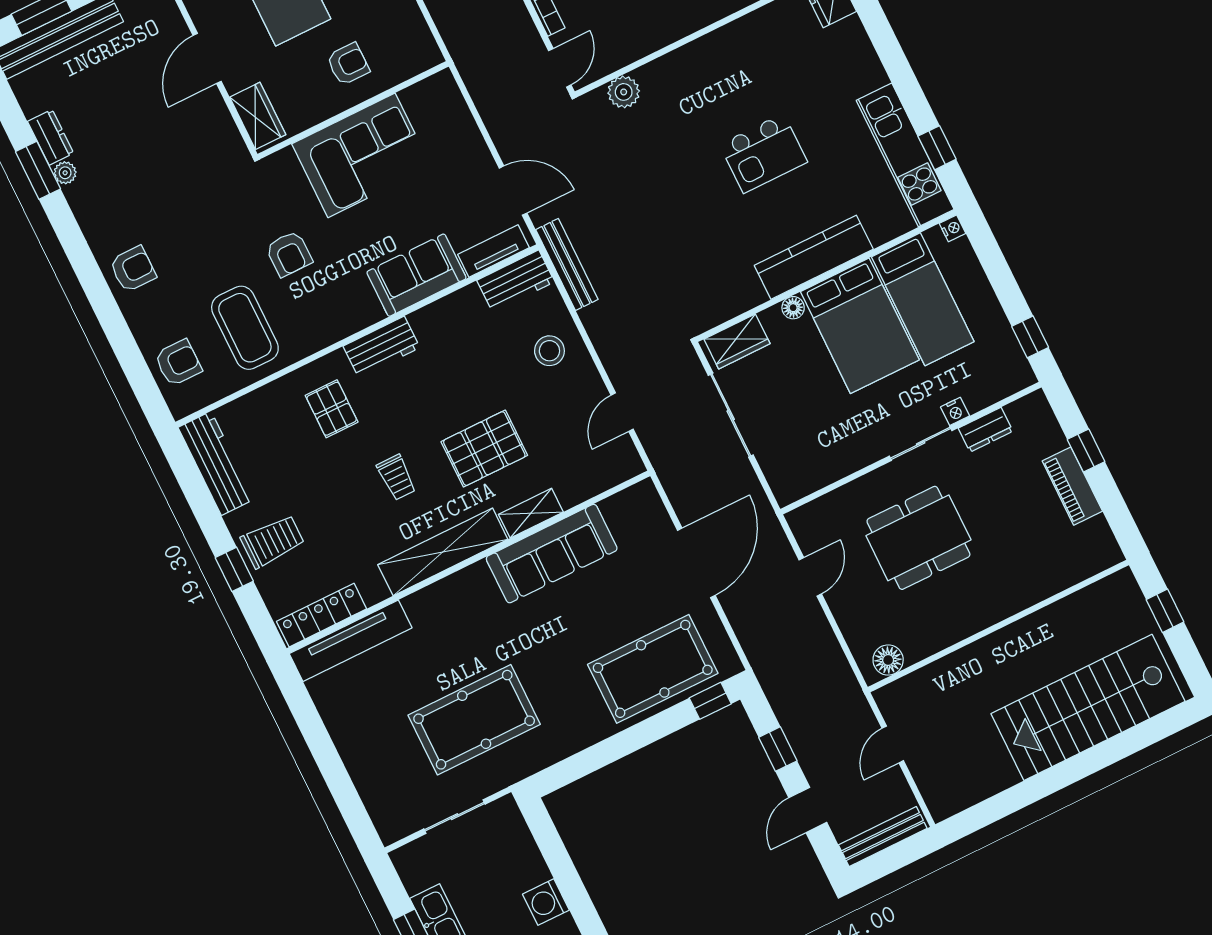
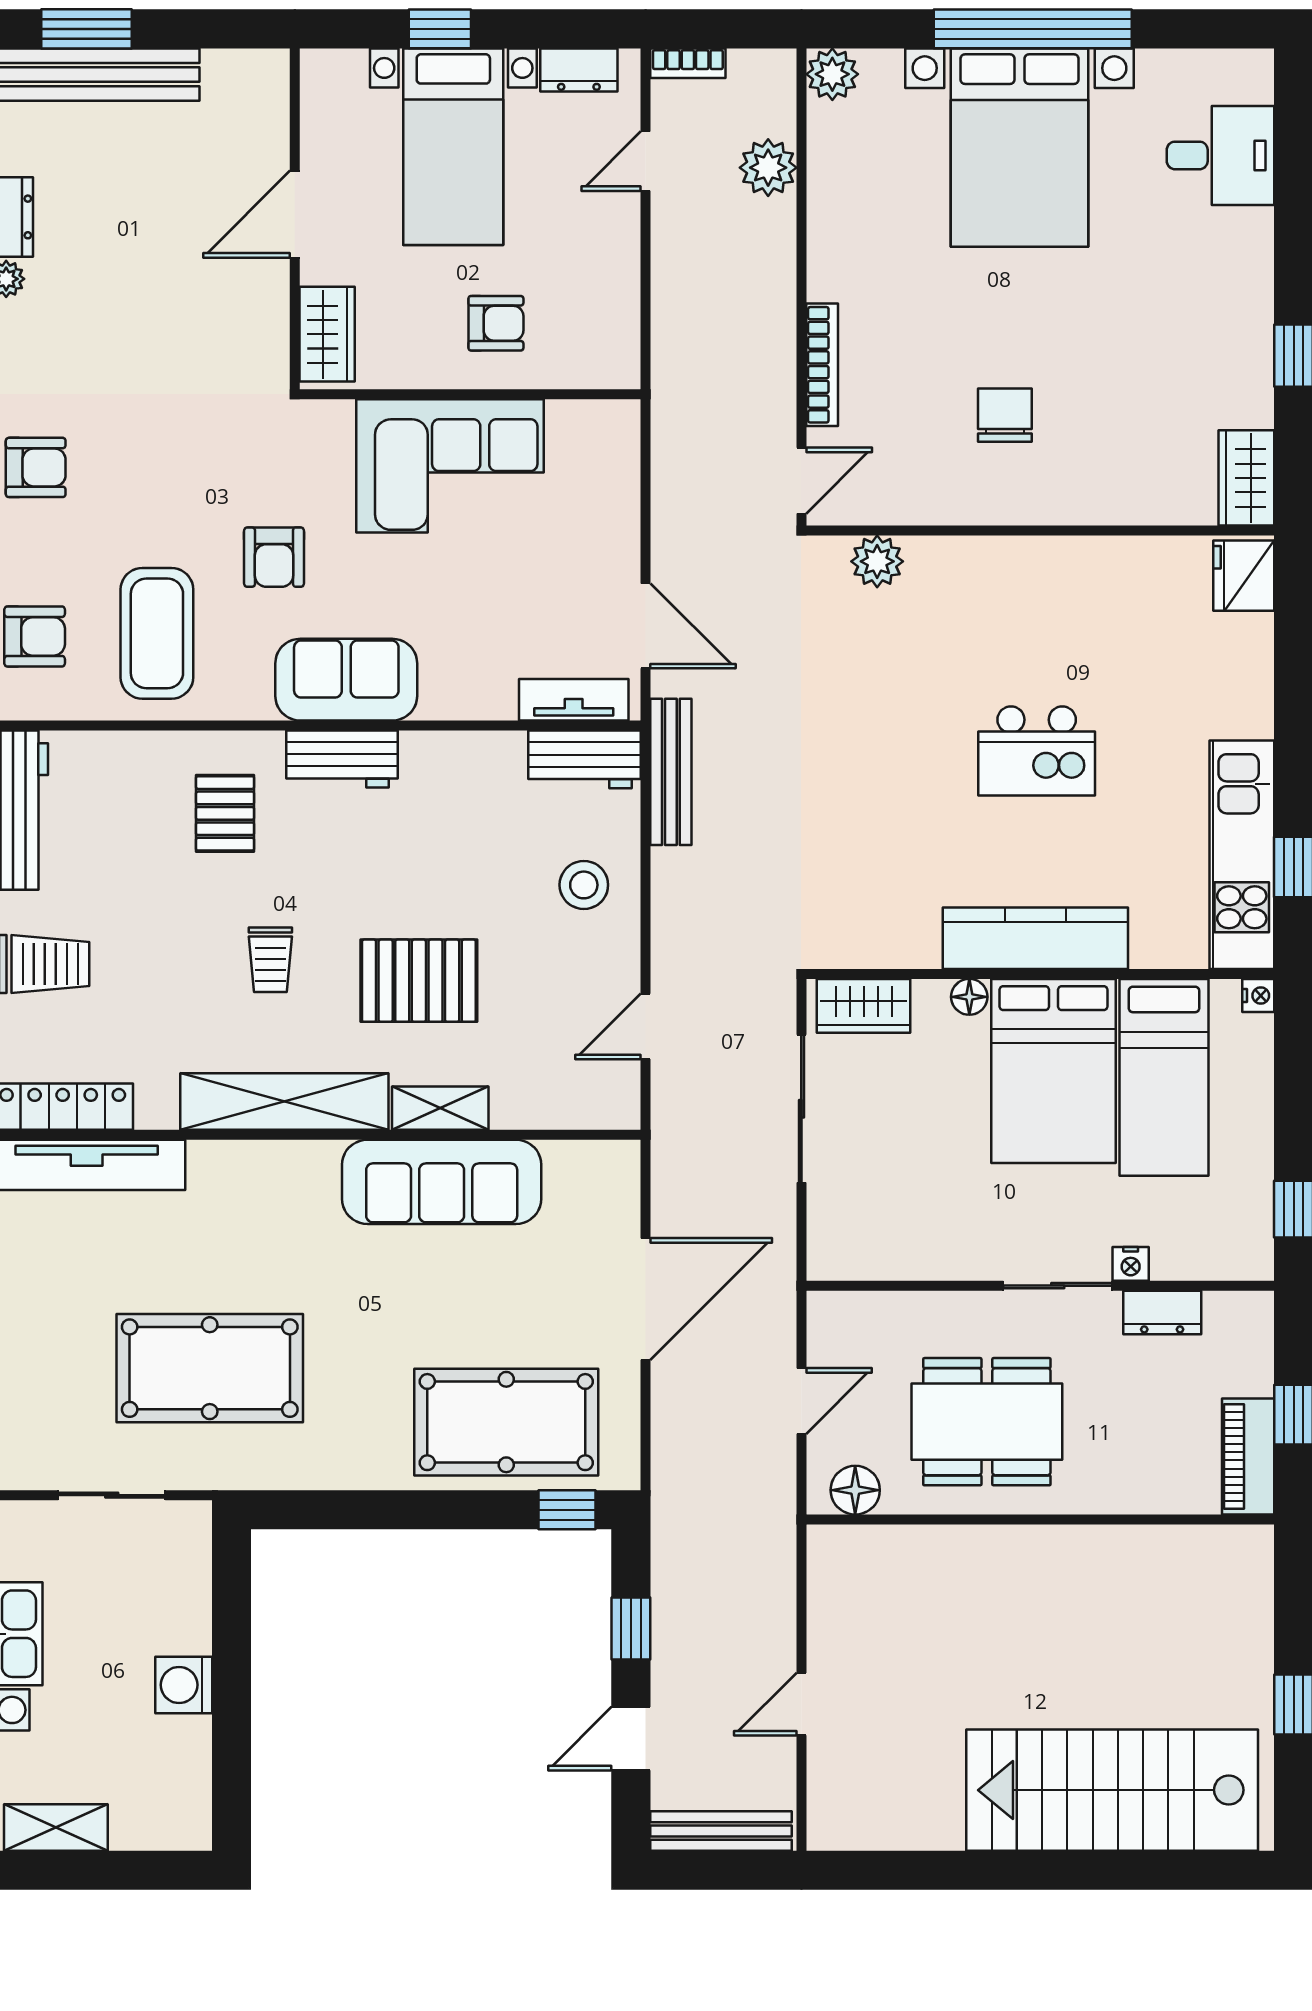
sofa: (416, 275) -> (346, 680), moved
wall: (998, 626) -> (1040, 1520), moved
floor lamp: (888, 660) -> (855, 1490), moved

